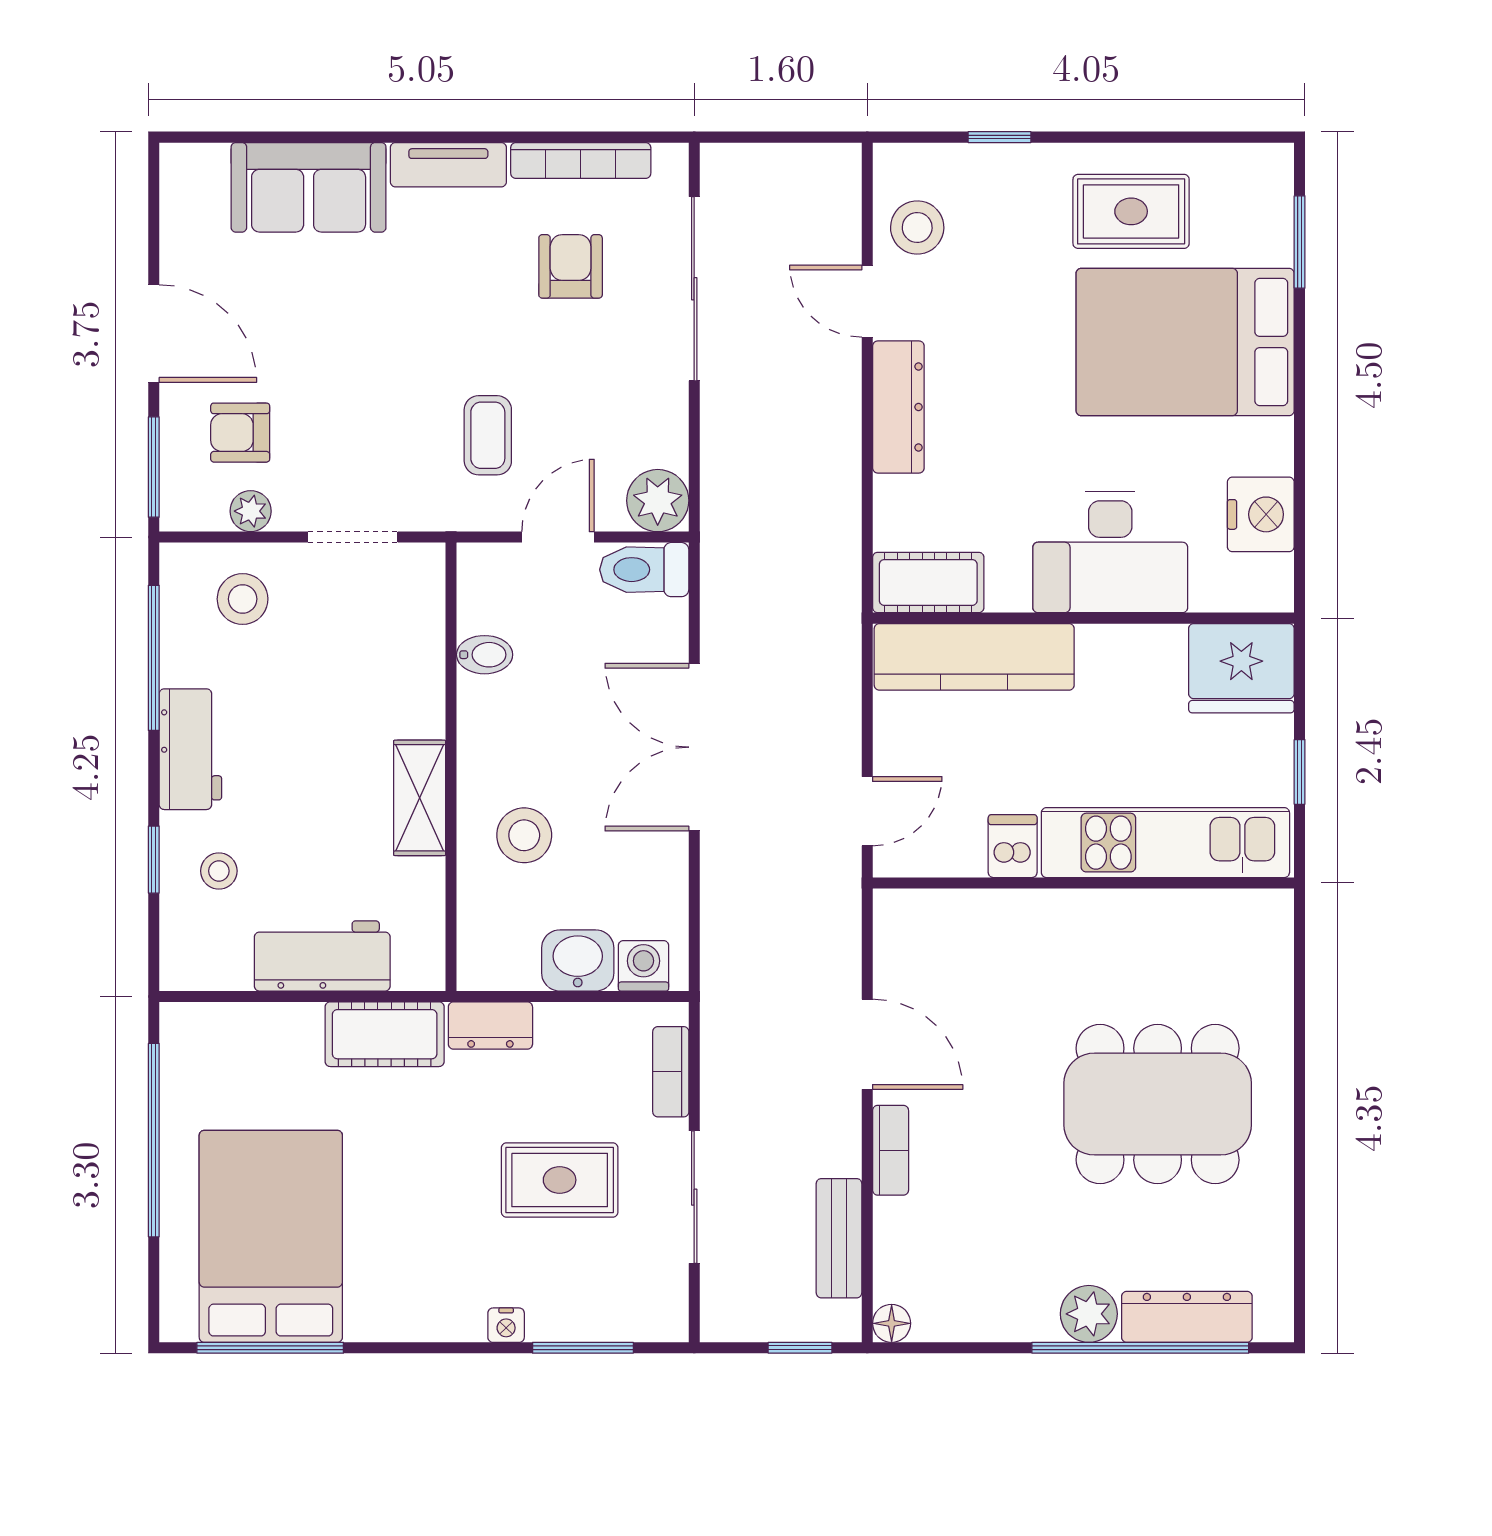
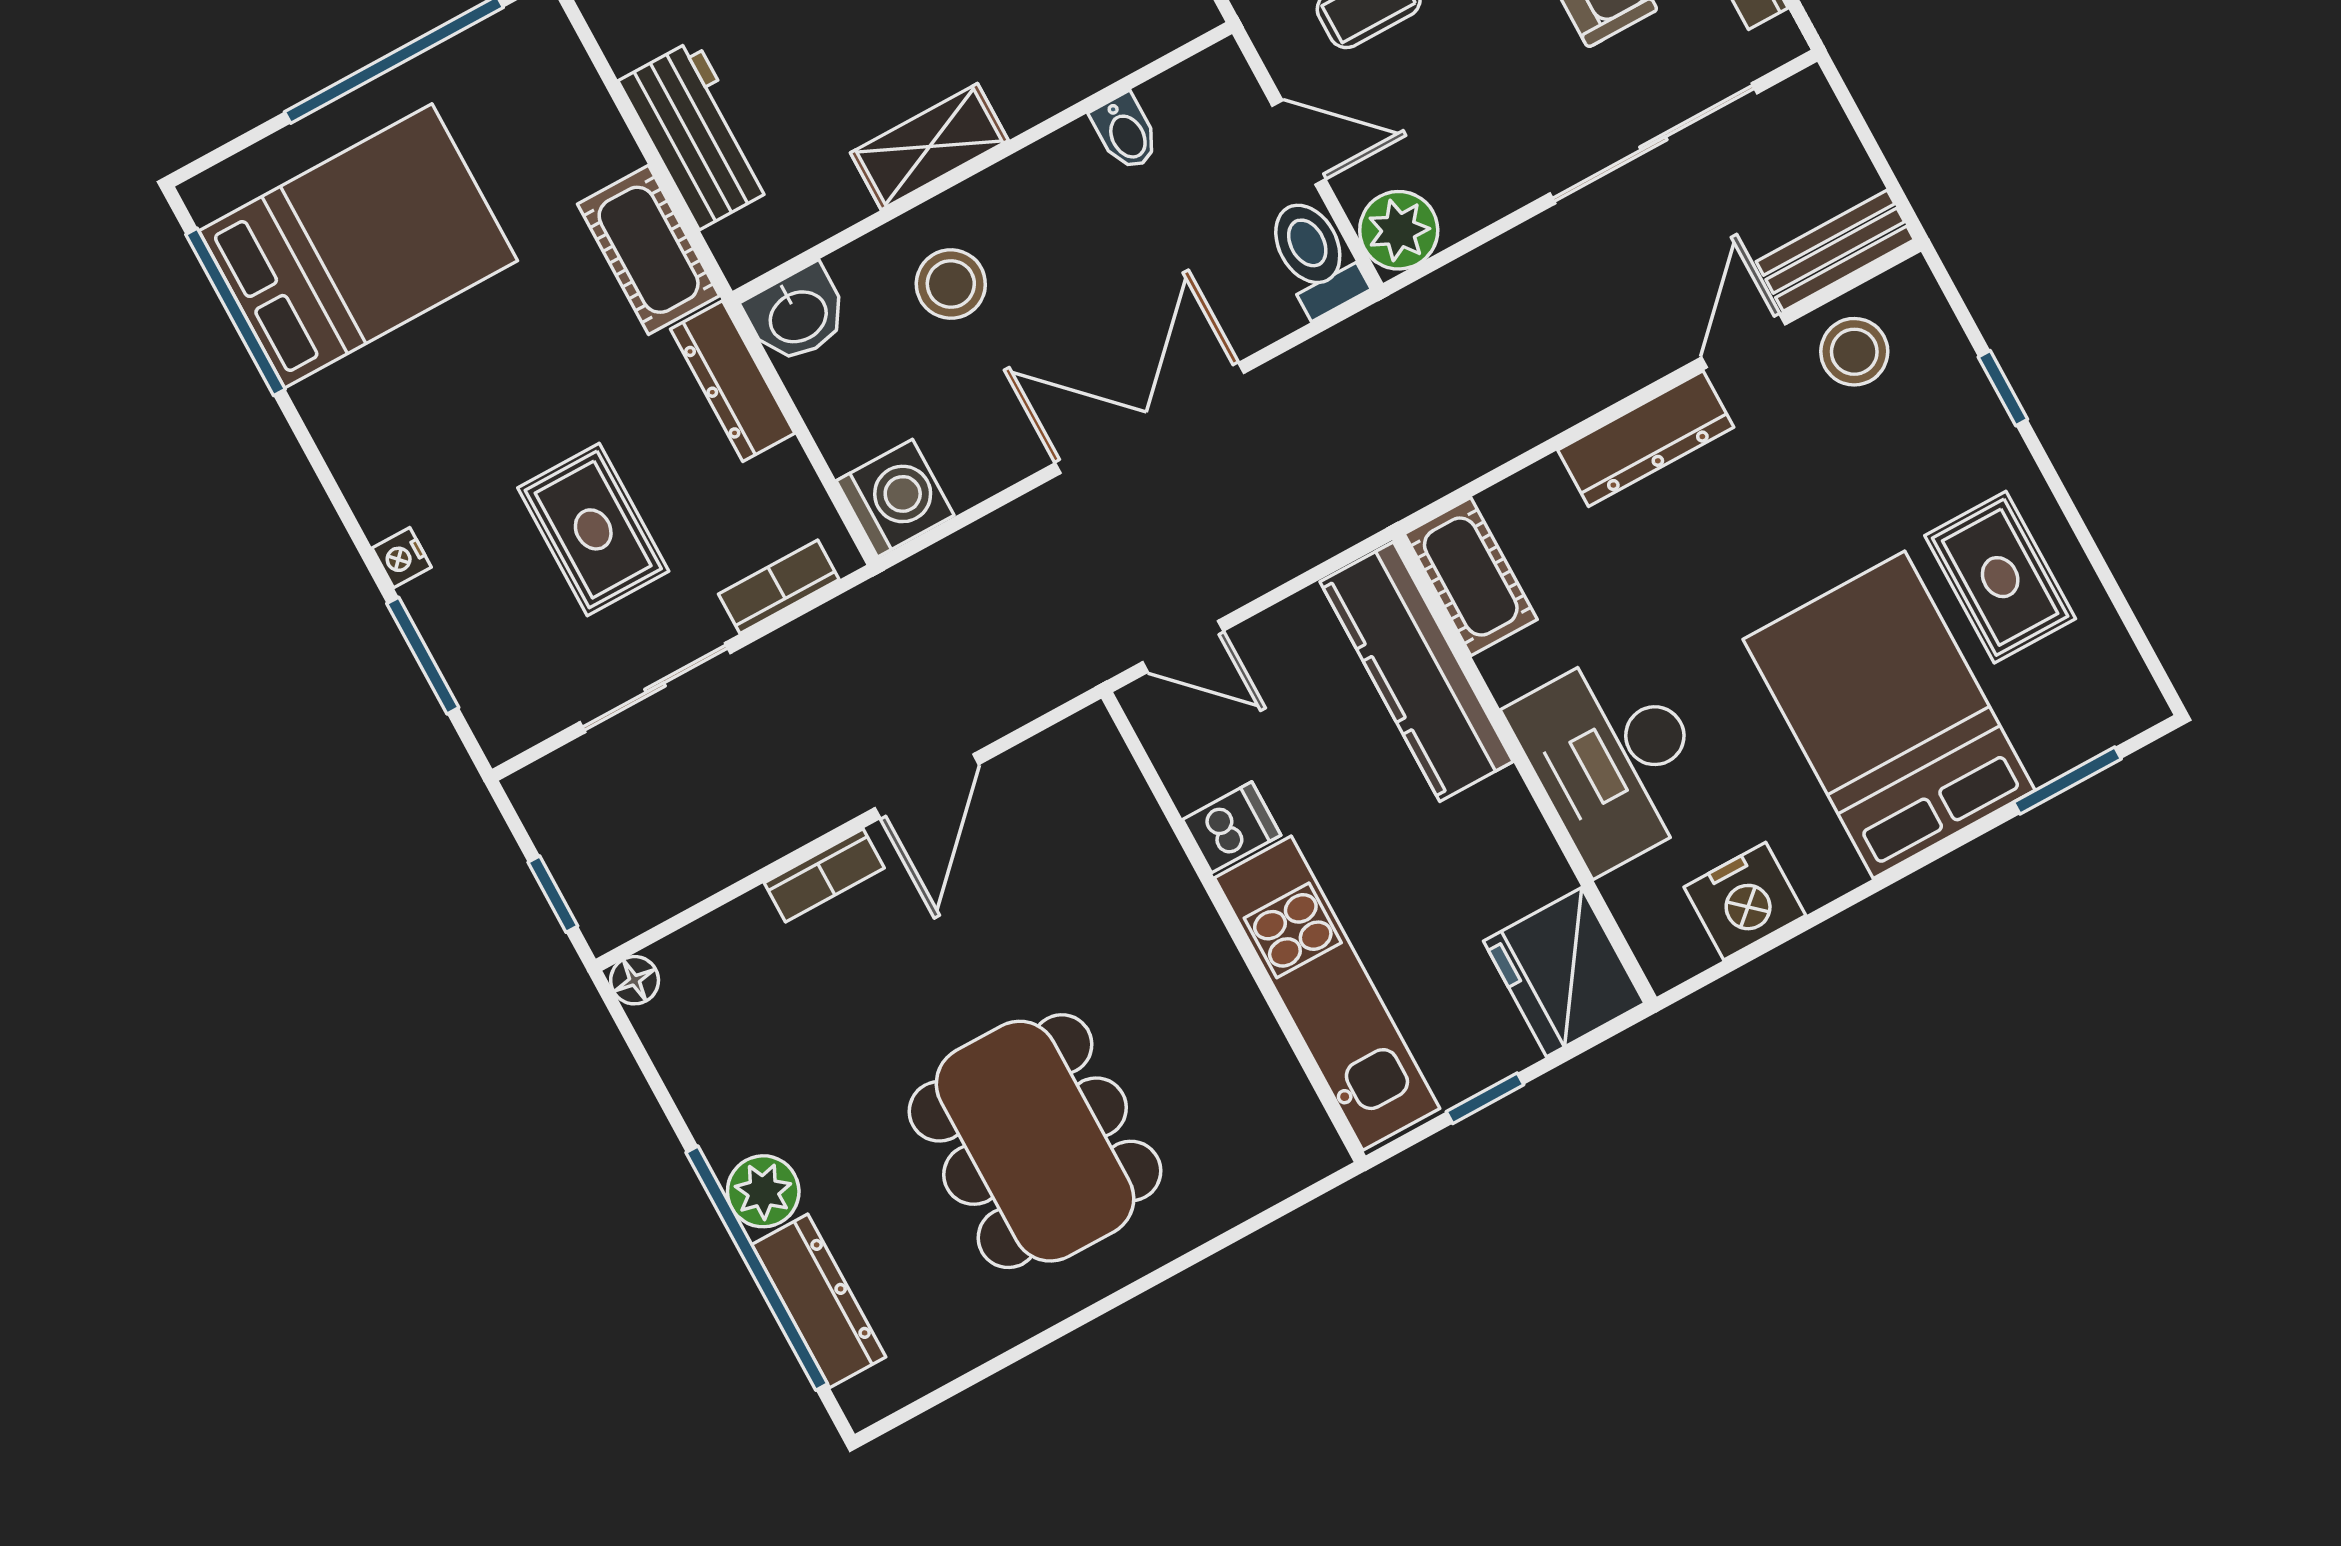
washbasin: (578, 960) -> (797, 315), moved, turned 90
washing machine: (643, 966) -> (895, 498), width x1.38, depth x1.38
dresser: (490, 1026) -> (733, 381), width x1.44
bench: (839, 1238) -> (1835, 251), moved

